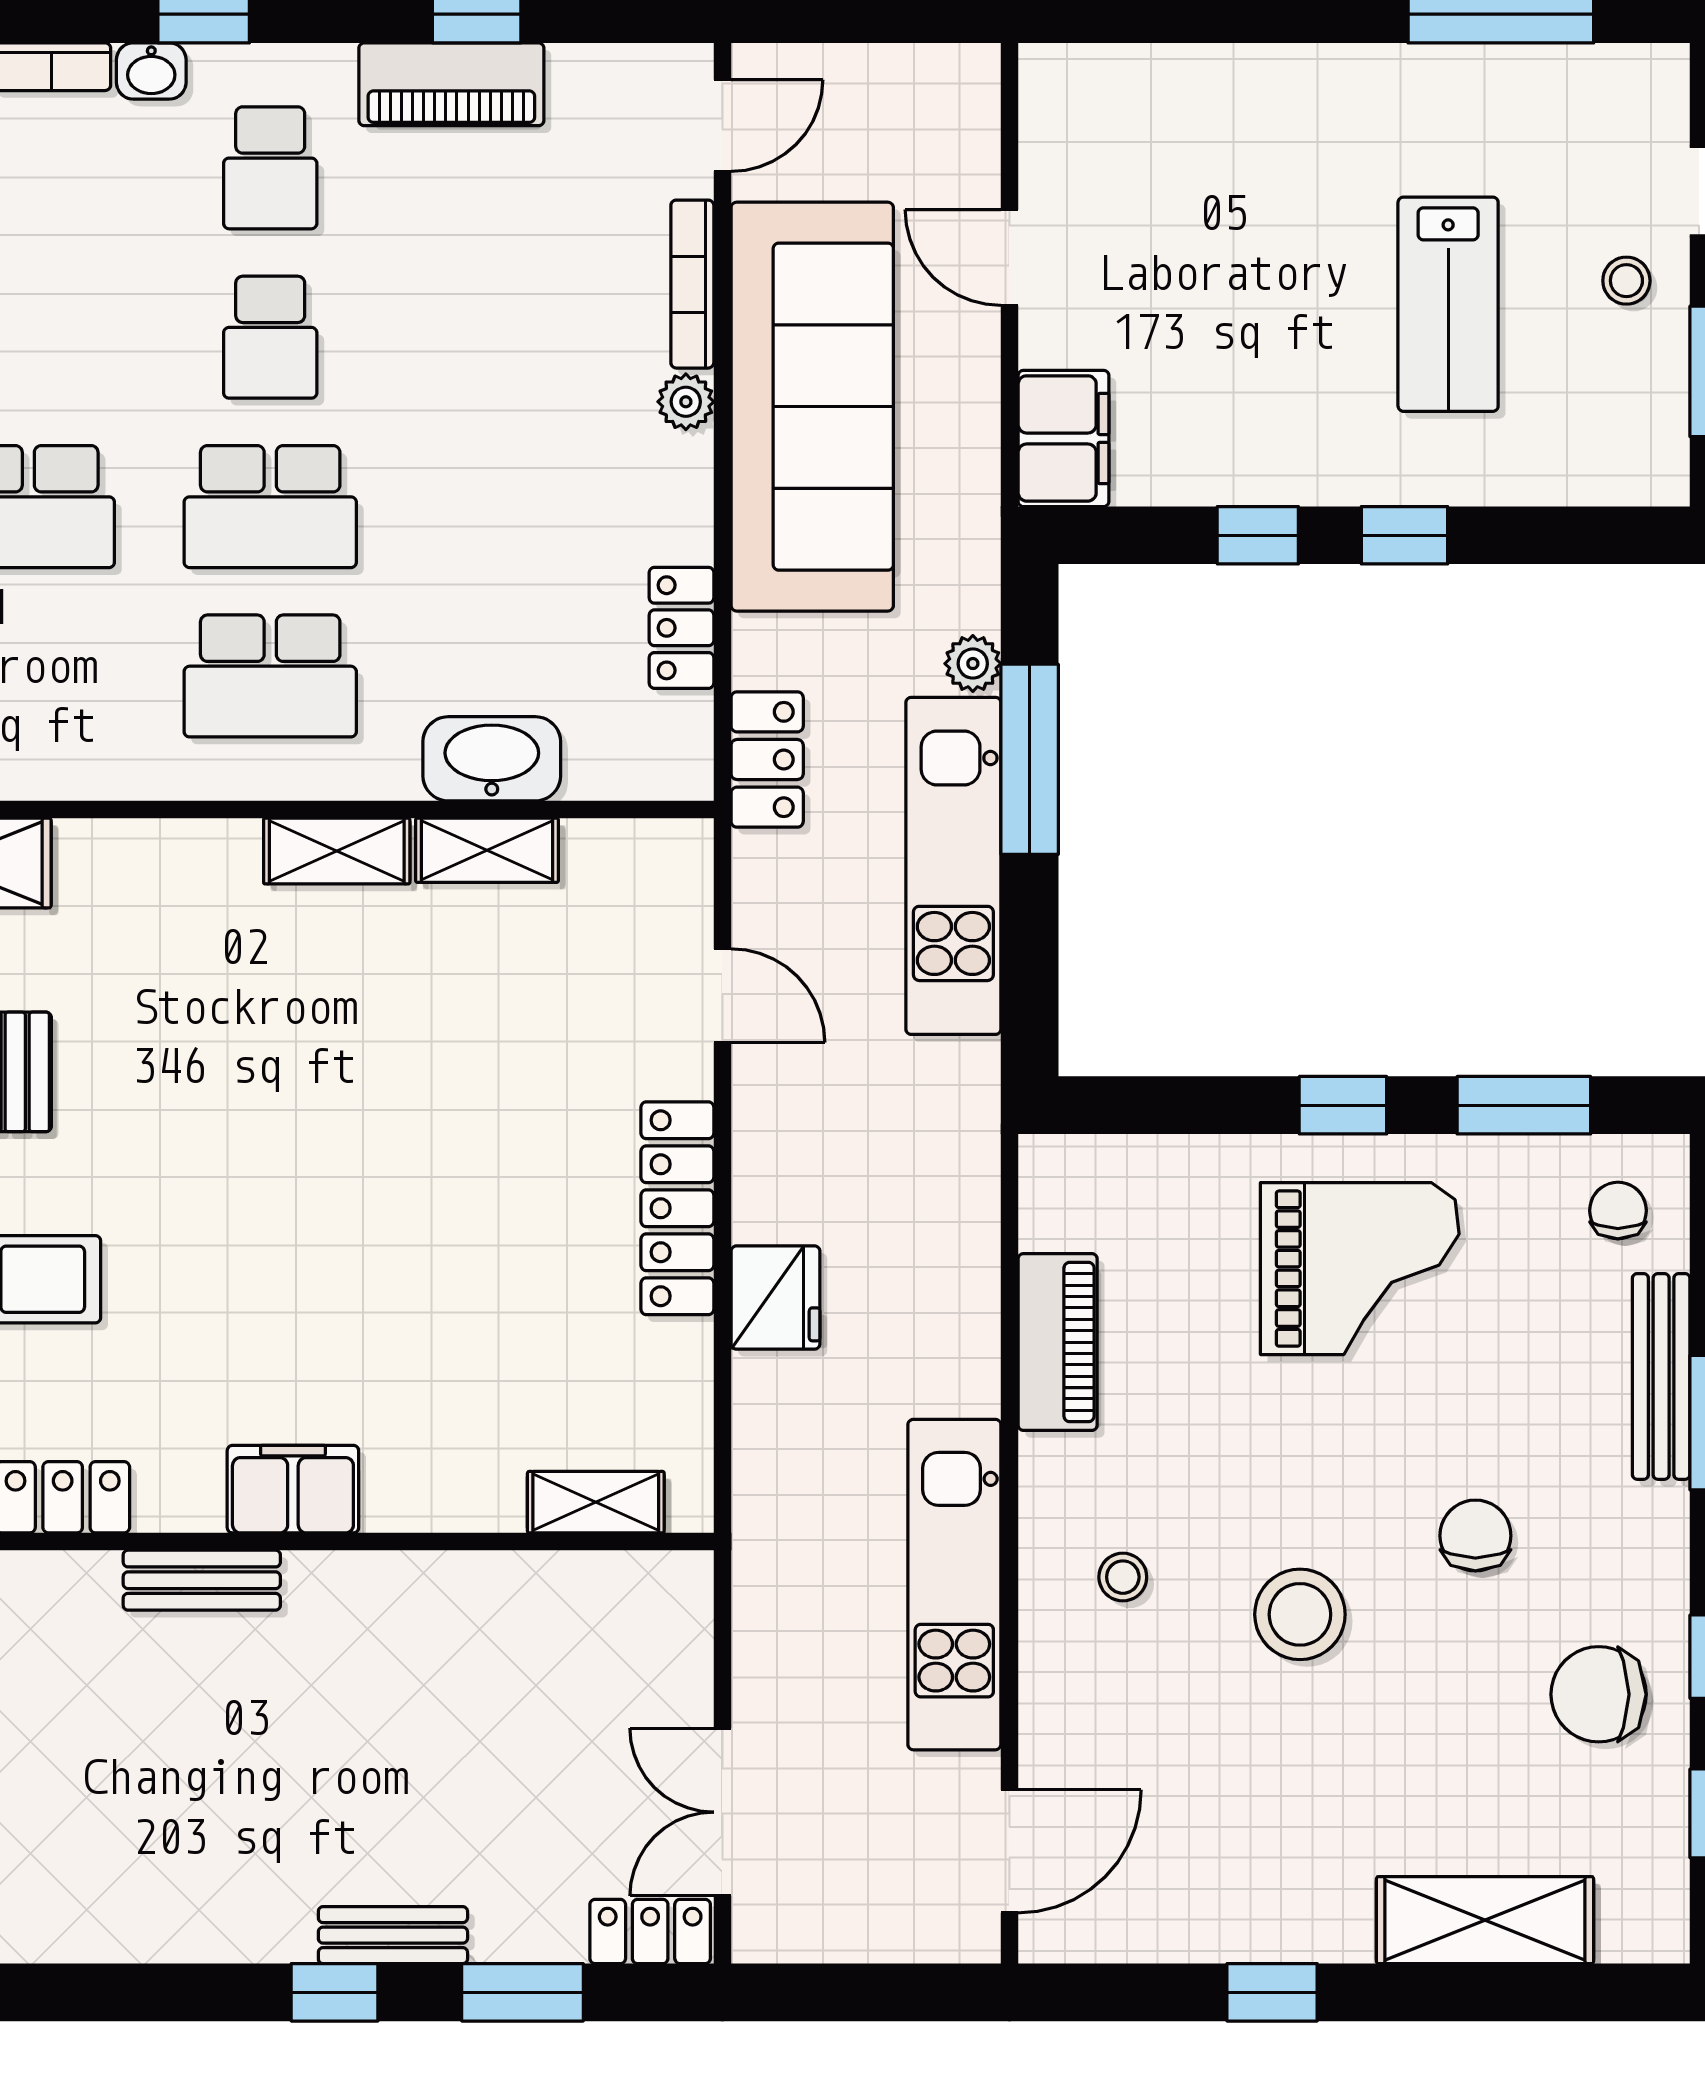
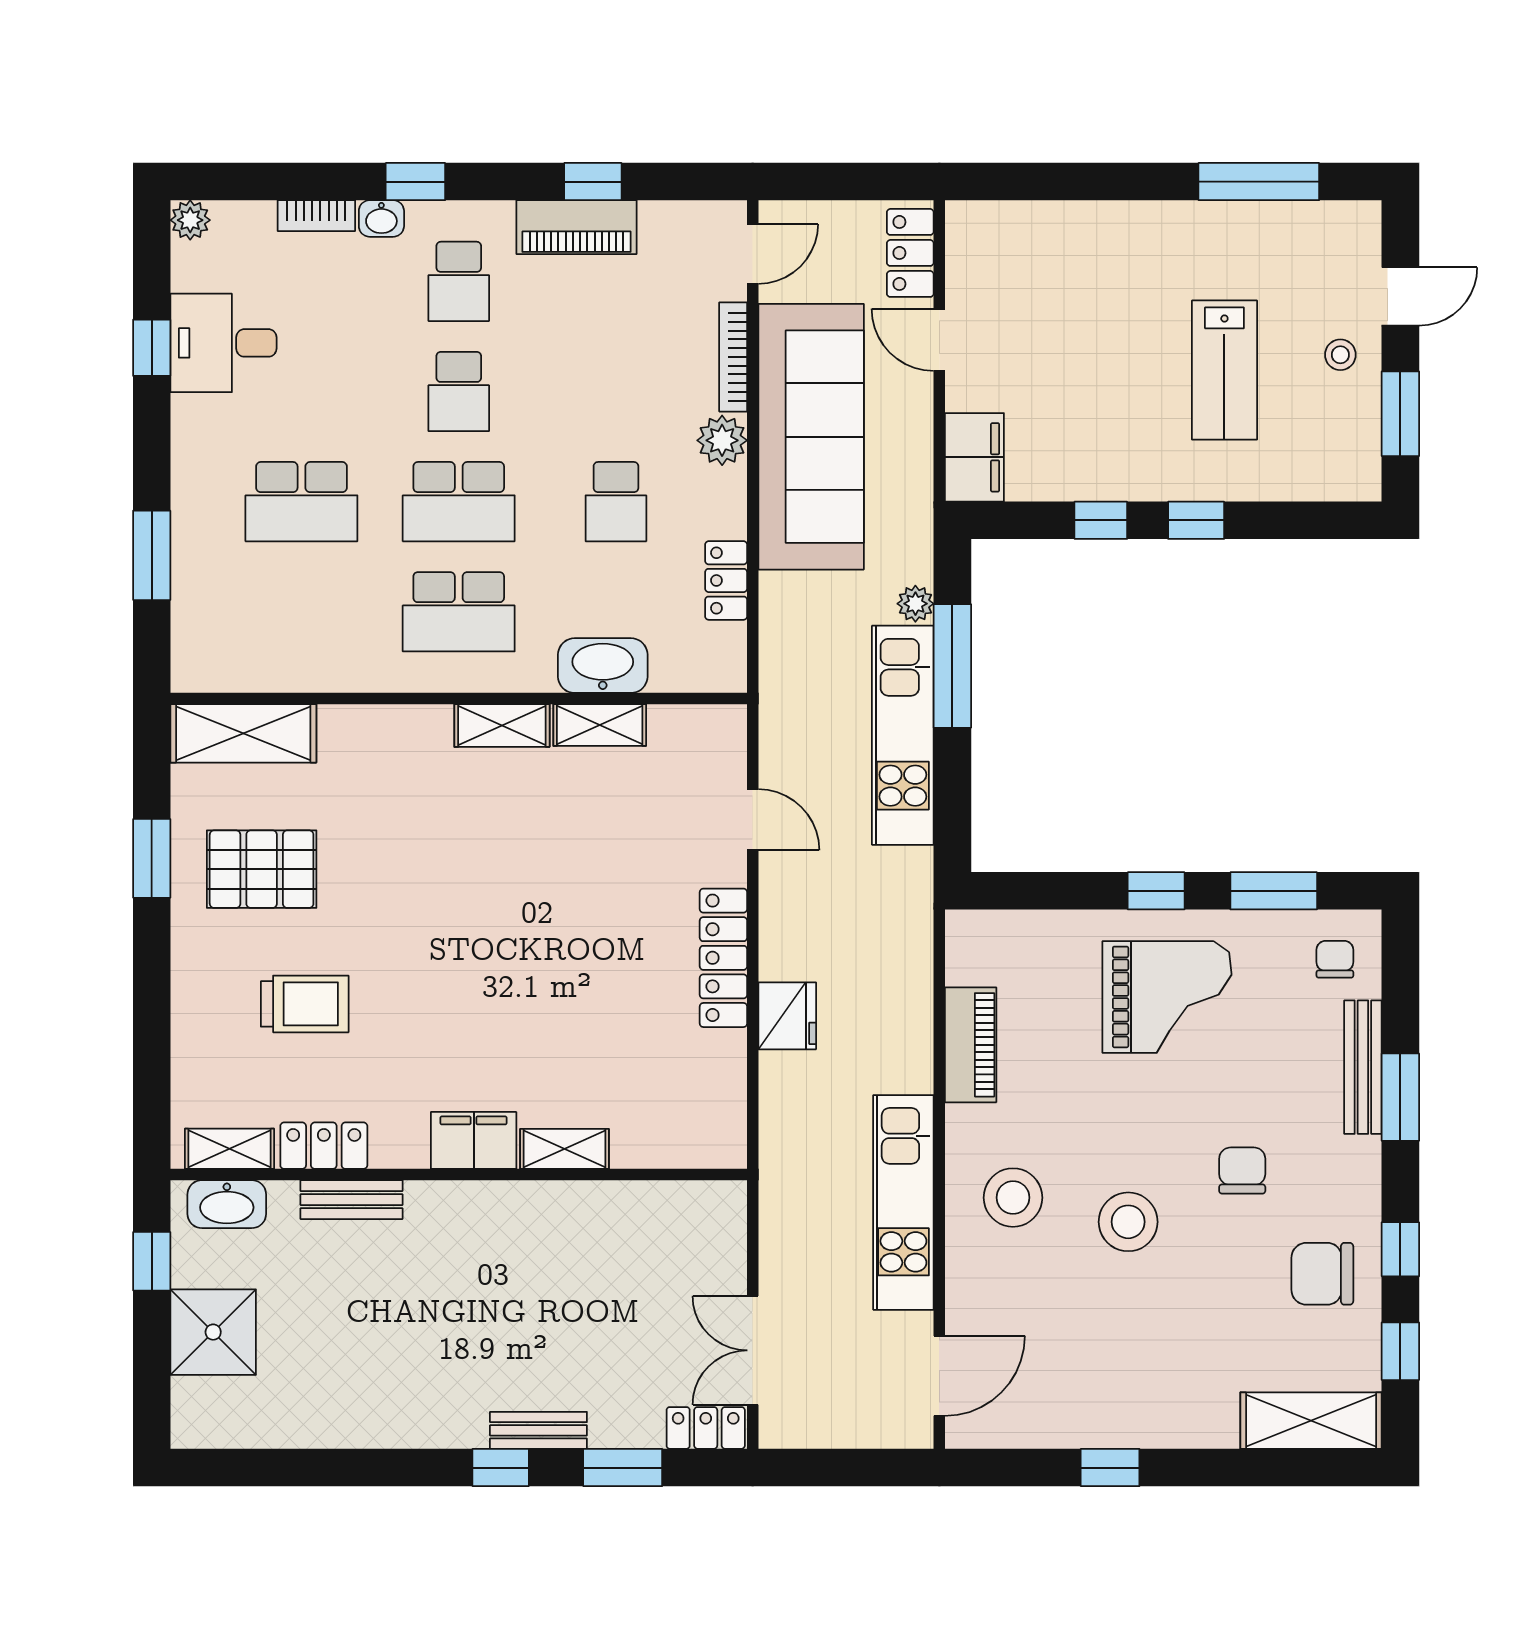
plant: (686, 402) -> (722, 440), width x1.38, depth x1.38
school desk: (512, 507) -> (616, 502), added
locker: (767, 760) -> (910, 253), moved, turned 180
shelving: (596, 1502) -> (564, 1149), moved
stool: (1123, 1577) -> (1013, 1198), width x1.89, depth x1.89
bench: (202, 1580) -> (351, 1200), moved
shelving: (1485, 1920) -> (1311, 1421), moved

